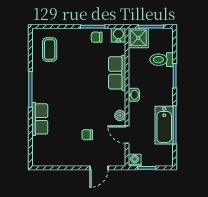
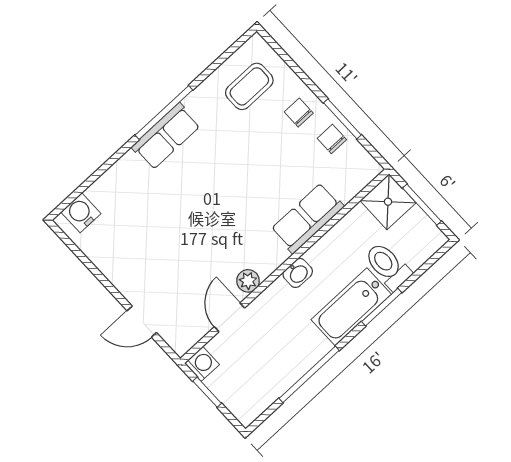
water cooler: (118, 35) -> (81, 213), moved, turned -90
row of seats: (40, 119) -> (166, 136), moved
bathtub: (164, 125) -> (351, 307), moved
chair: (87, 135) -> (299, 113), moved

